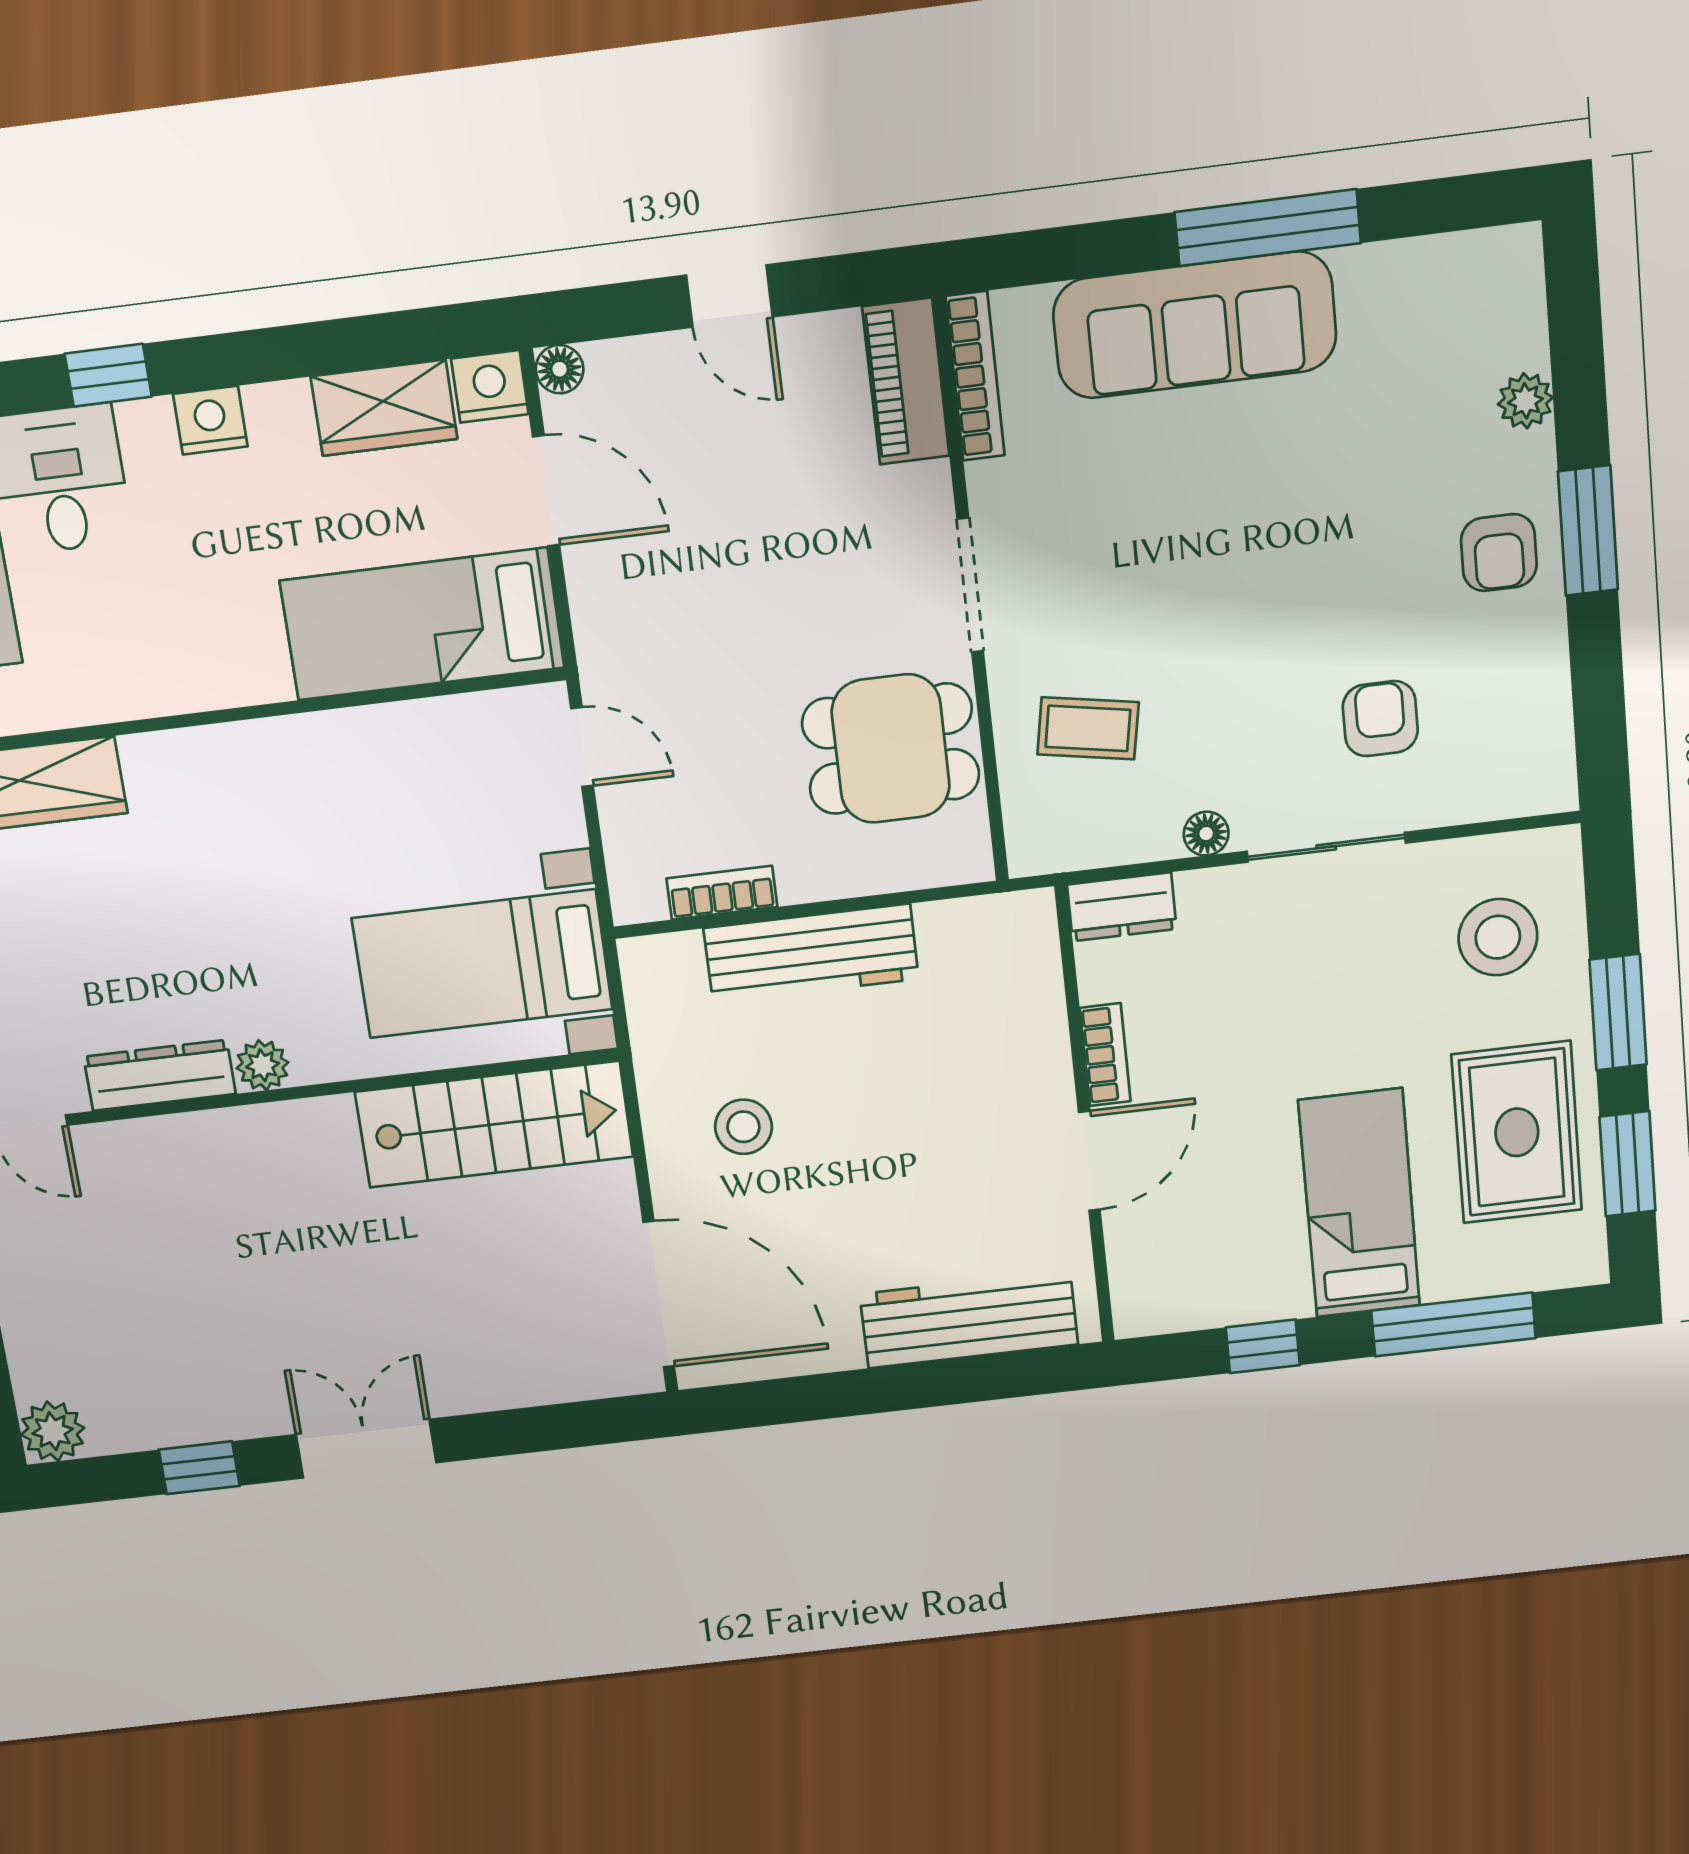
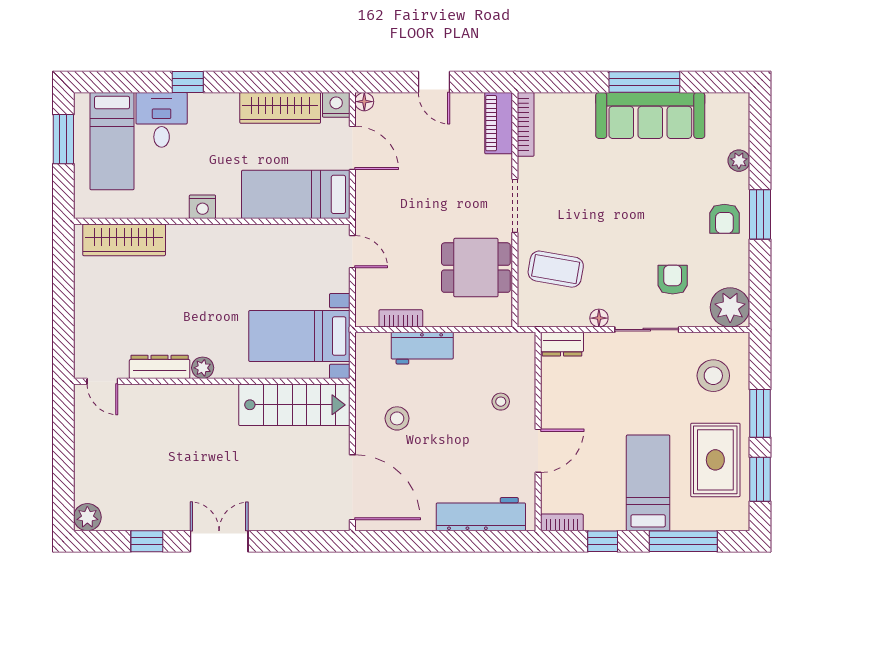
sofa: (1195, 325) -> (650, 115), moved
wardrobe: (384, 408) -> (280, 108), width x1.50
nightstand: (210, 420) -> (202, 207), moved, turned 180
coffee table: (1088, 728) -> (556, 269), width x1.36, depth x1.30
plant: (1528, 769) -> (730, 307), added
workbench: (811, 954) -> (422, 348), width x0.73
bookcase: (1105, 1055) -> (562, 522), moved, turned -90
stool: (987, 1059) -> (501, 402), added

